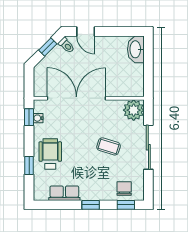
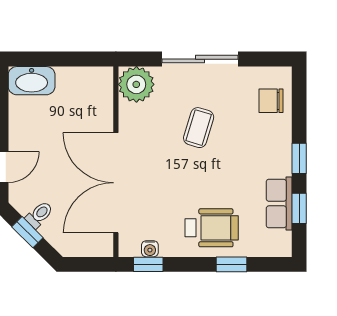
toilet: (66, 45) -> (39, 215), moved
wheelchair: (50, 154) -> (212, 228), turned 180
window: (126, 205) -> (299, 208), moved

